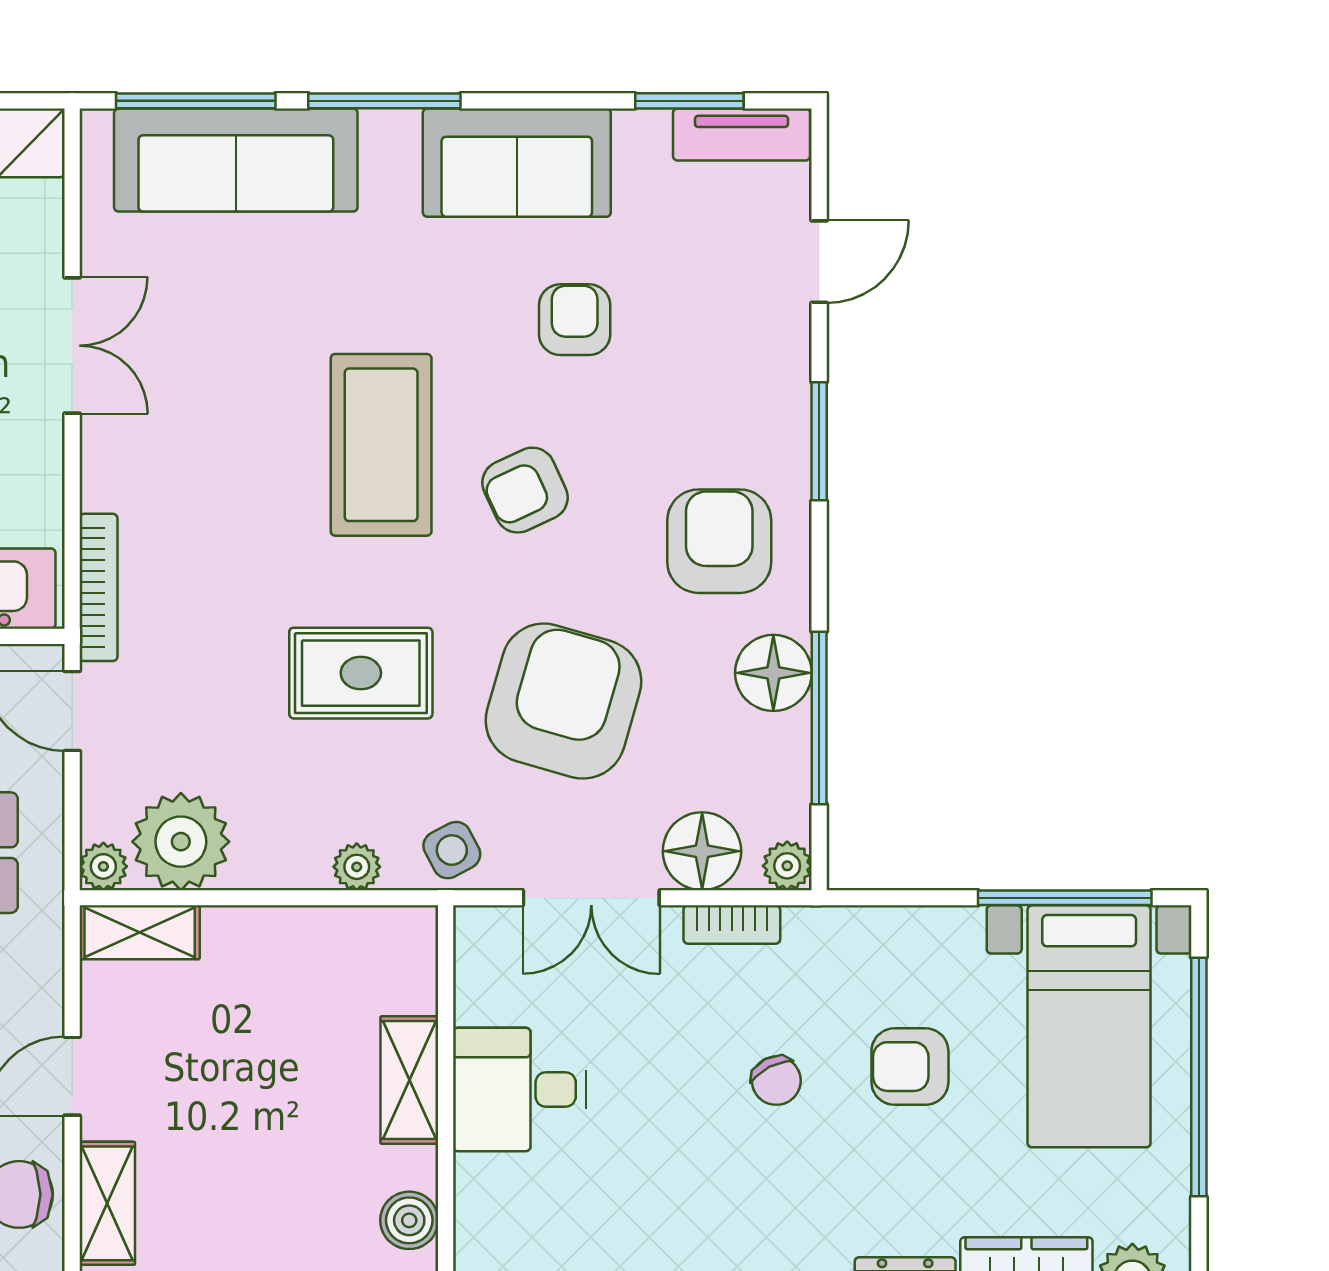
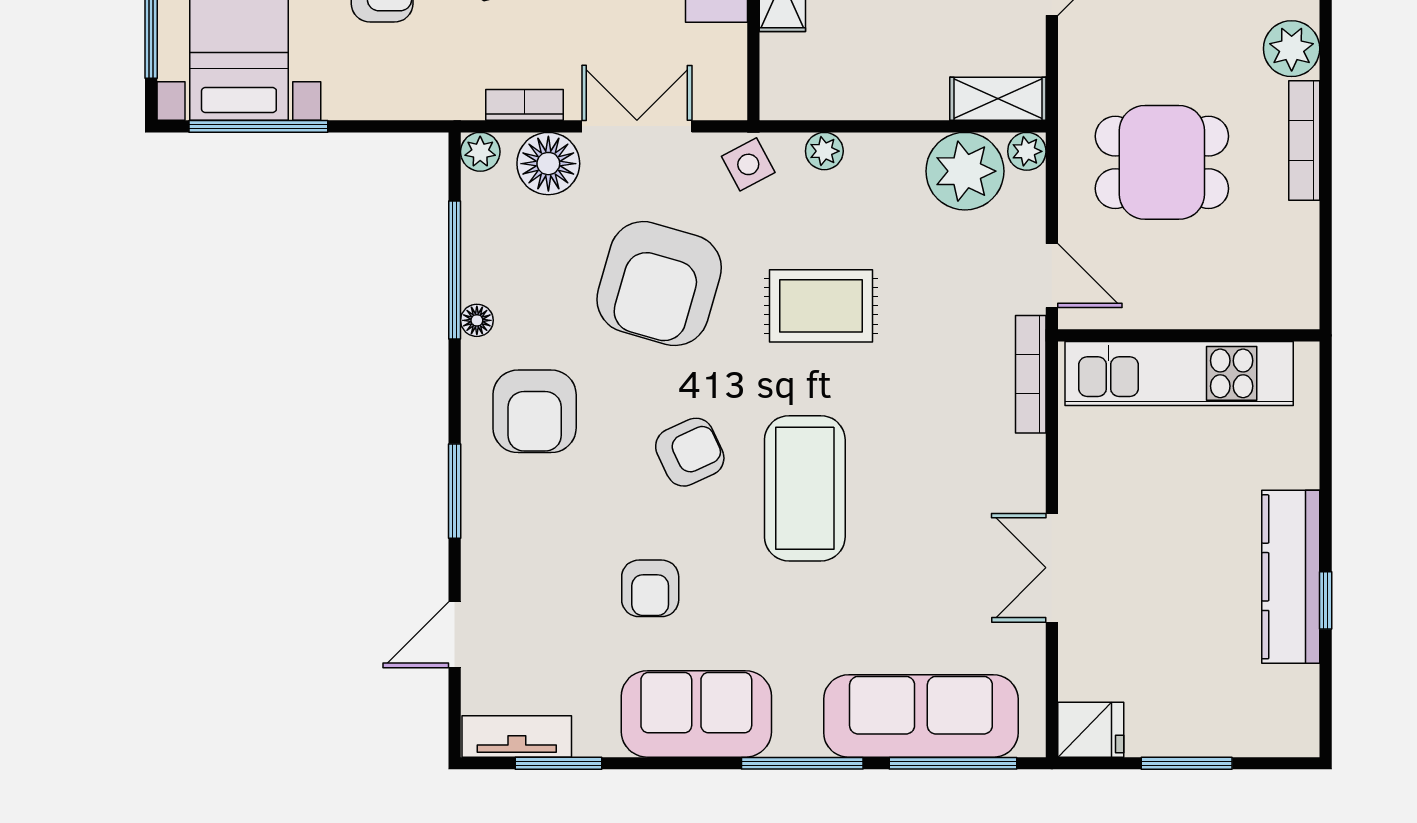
floor lamp: (773, 673) -> (477, 320), width x0.53, depth x0.53

